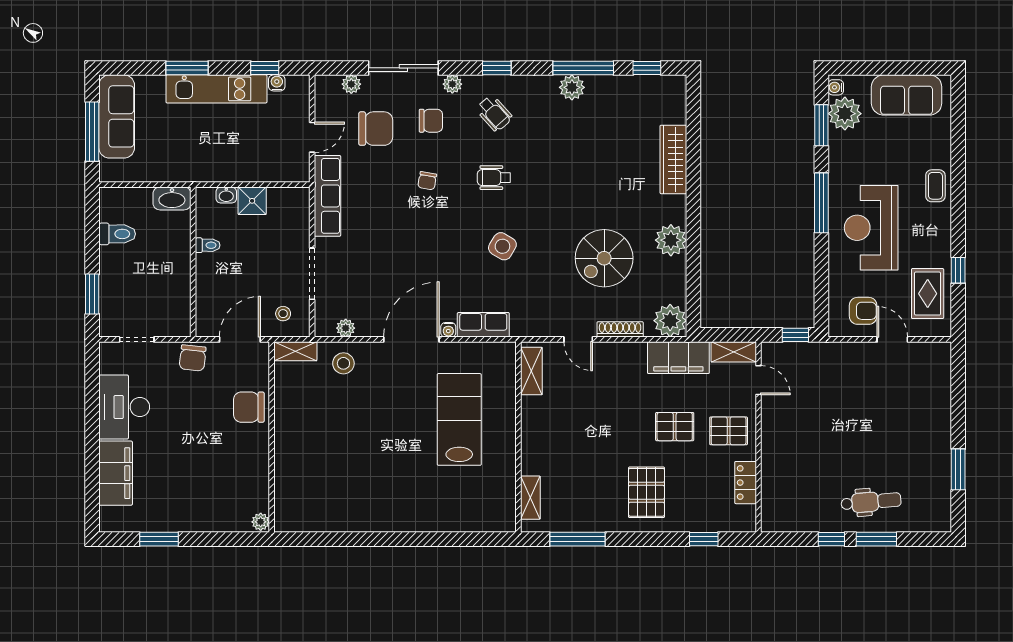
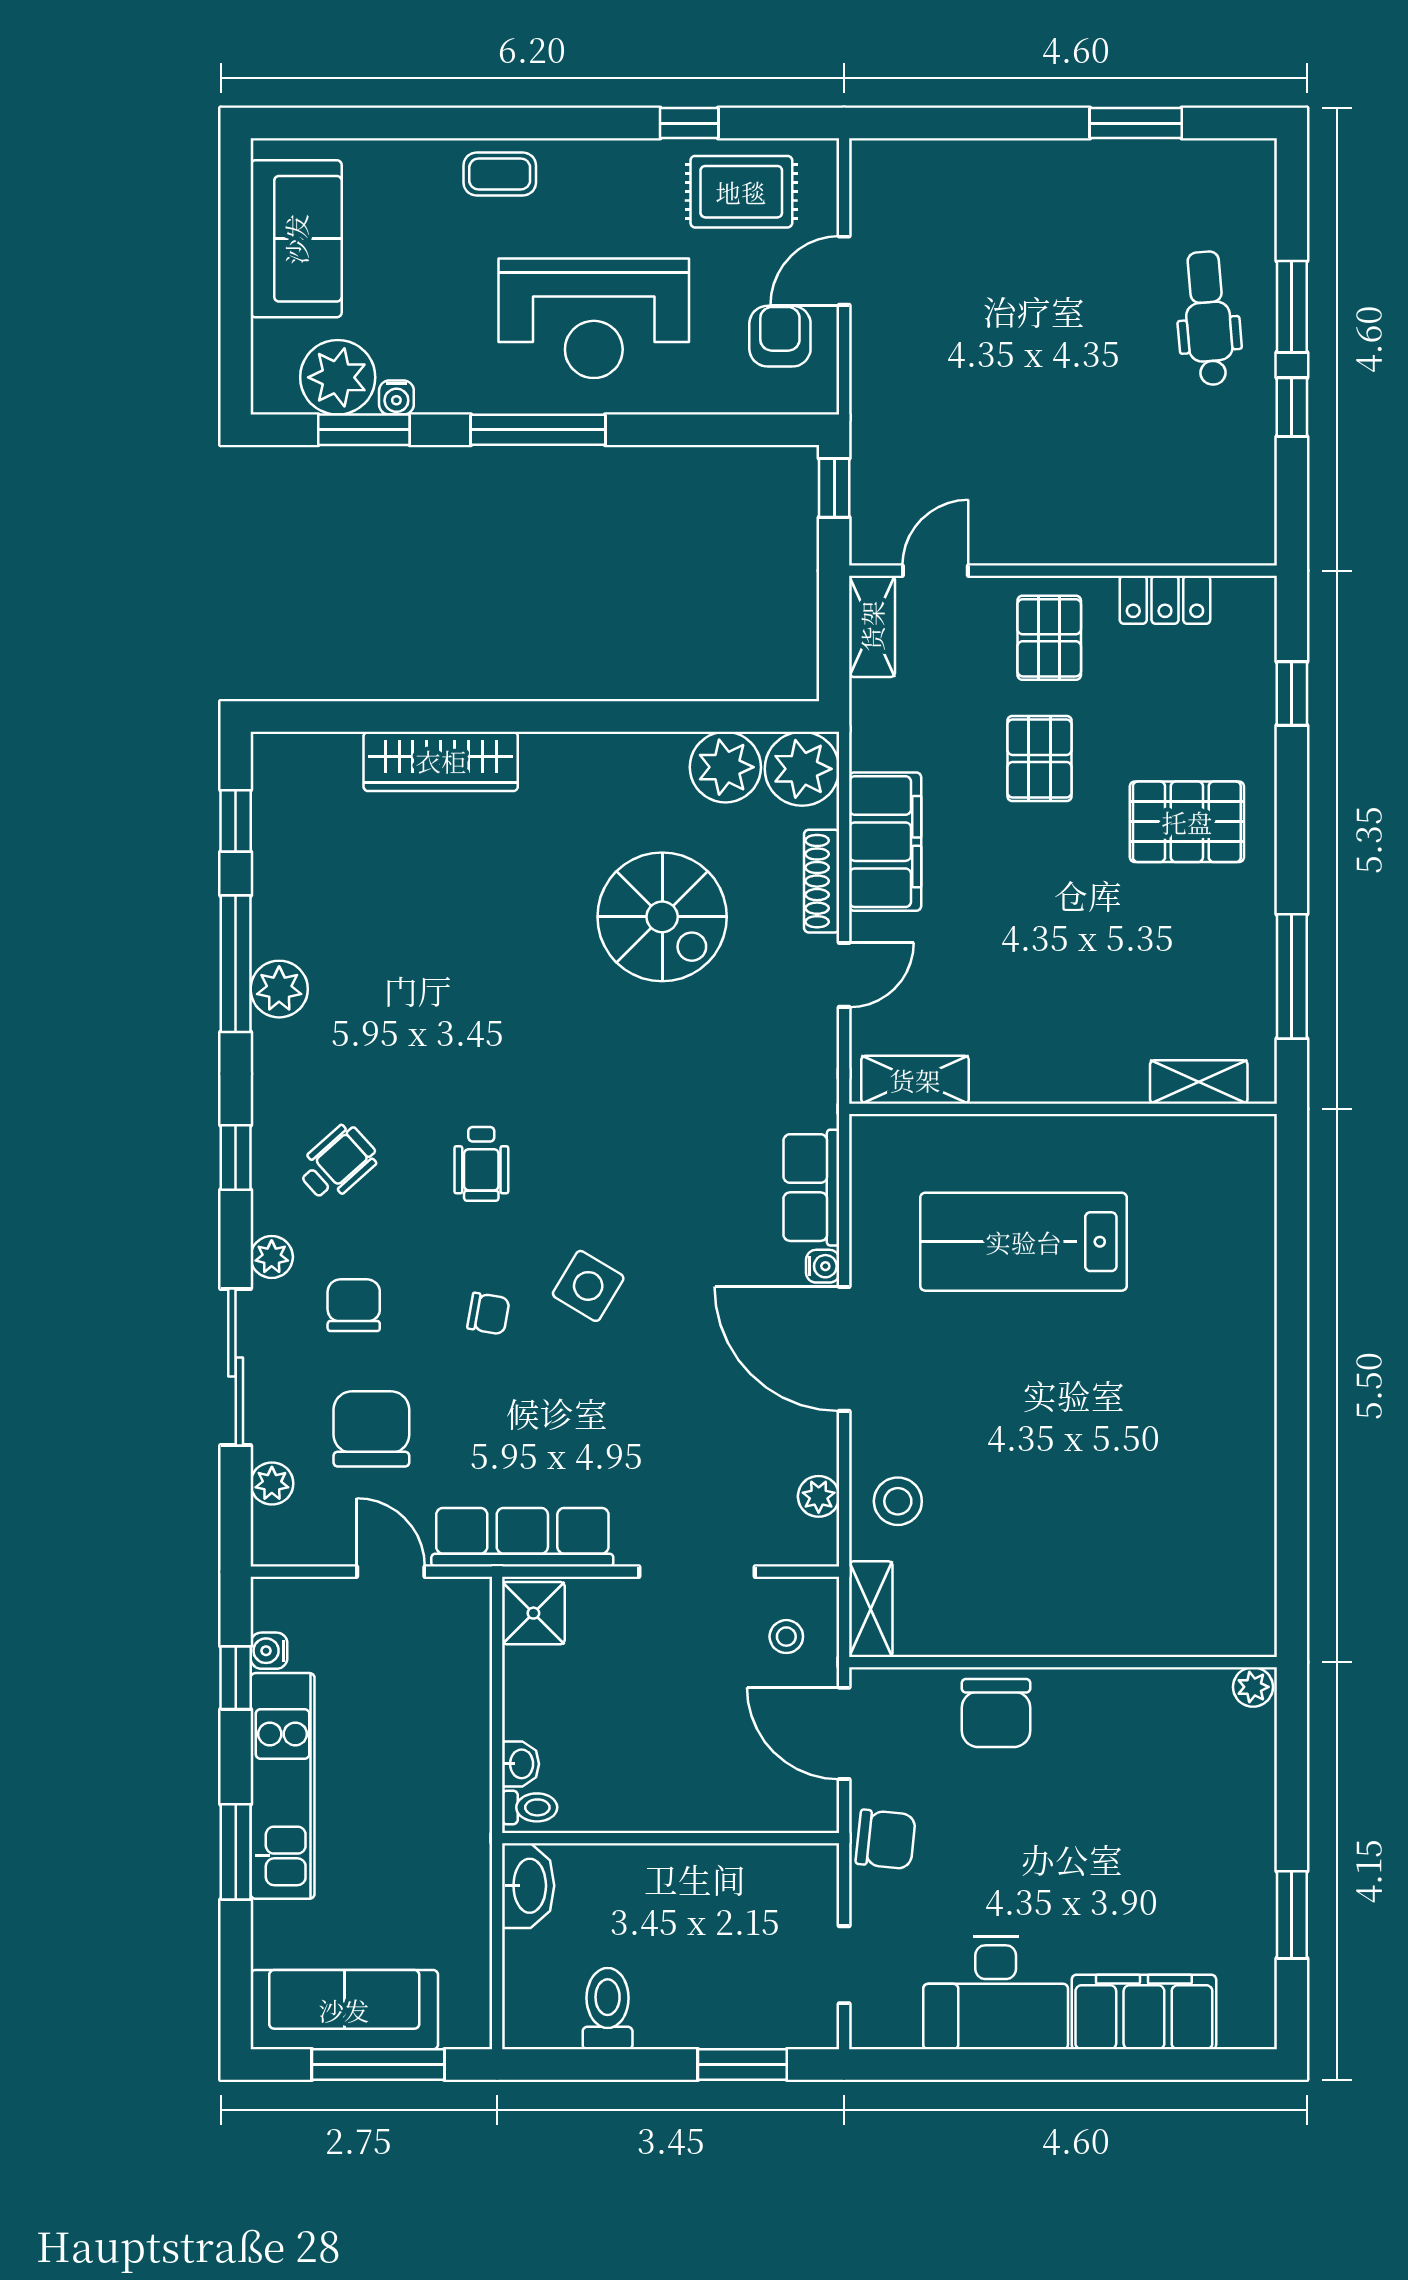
water cooler: (836, 87) -> (396, 398), moved
shower: (252, 201) -> (533, 1613), moved
plant: (671, 240) -> (725, 767), moved
toilet: (208, 245) -> (530, 1807), moved, turned 90
side table: (502, 246) -> (588, 1286), moved
filing cabinet: (678, 358) -> (885, 842), moved

